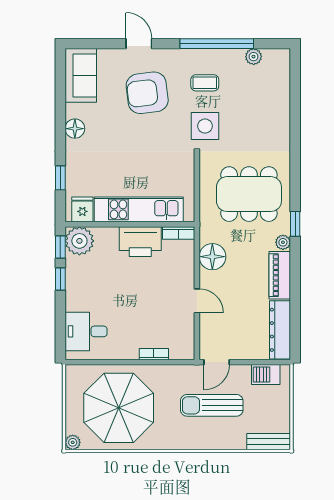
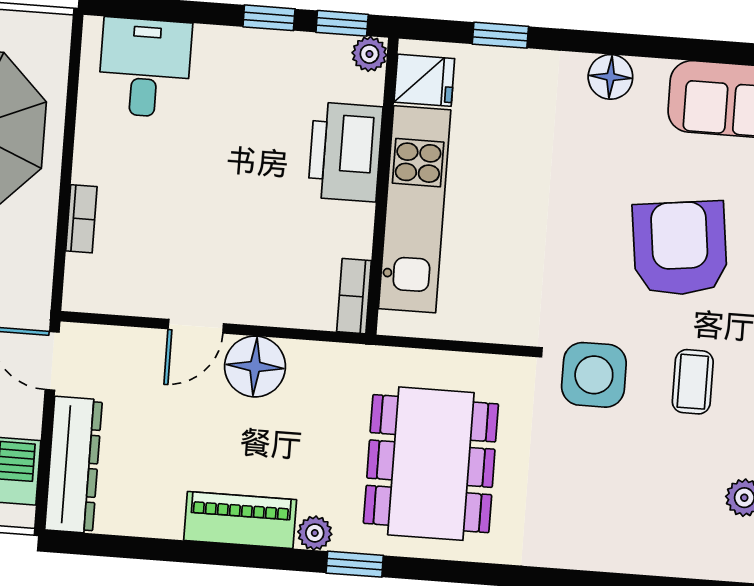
plant: (79, 241) -> (369, 54), width x0.53, depth x0.53
printer: (140, 242) -> (345, 152), moved
floor lamp: (212, 257) -> (255, 367), moved
dresser: (280, 330) -> (74, 465), moved, turned 90

